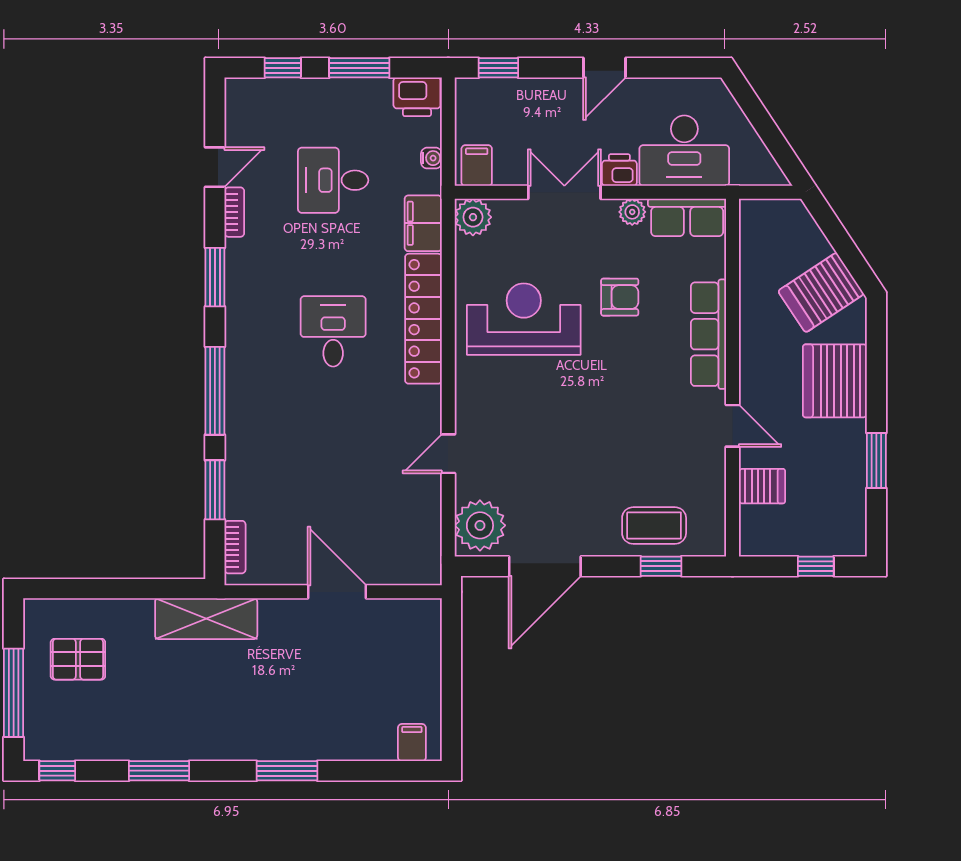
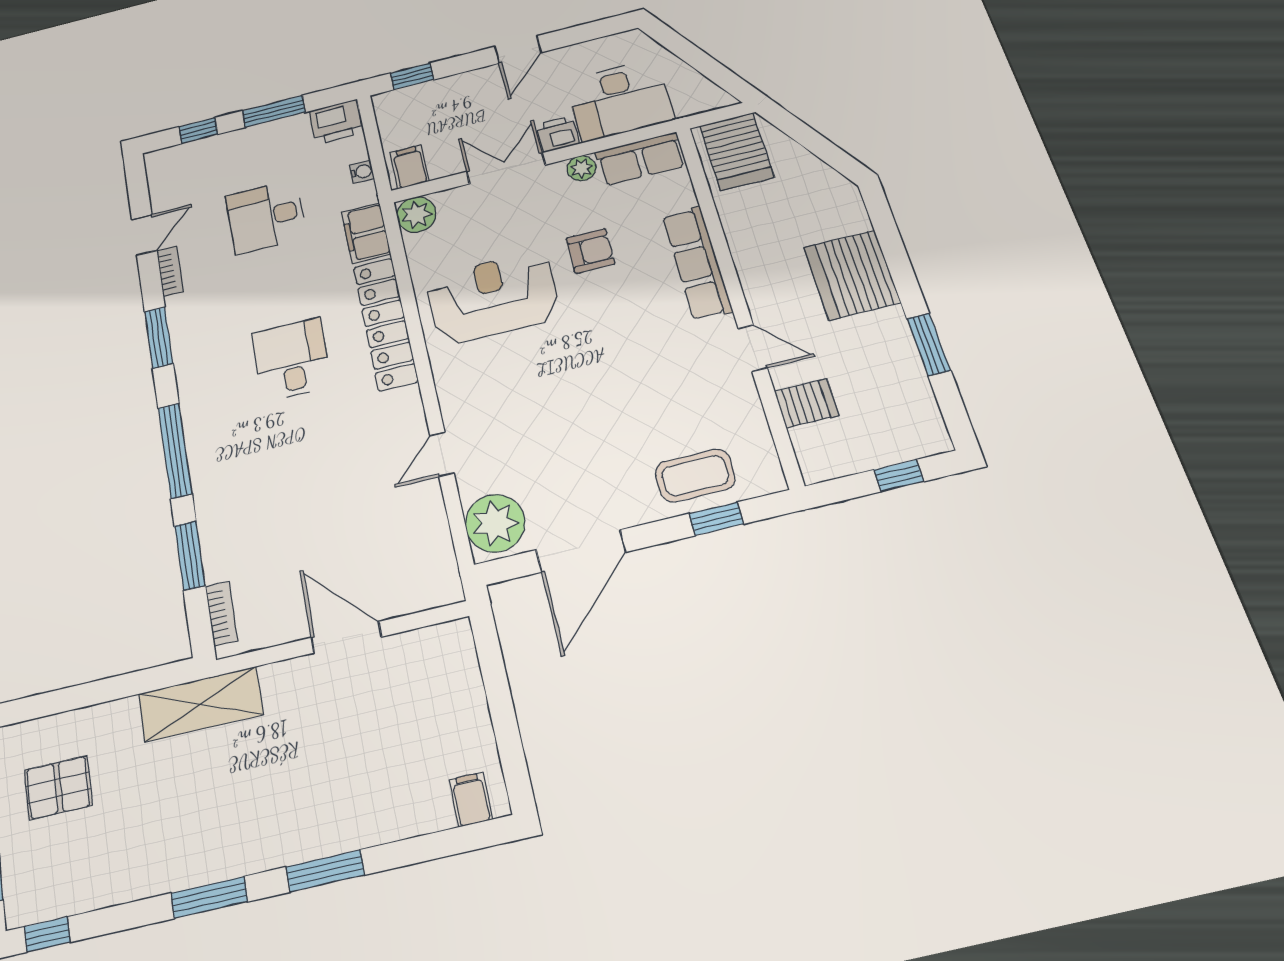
server rack: (821, 292) -> (737, 151), moved, turned -57
window: (159, 771) -> (209, 897), moved

